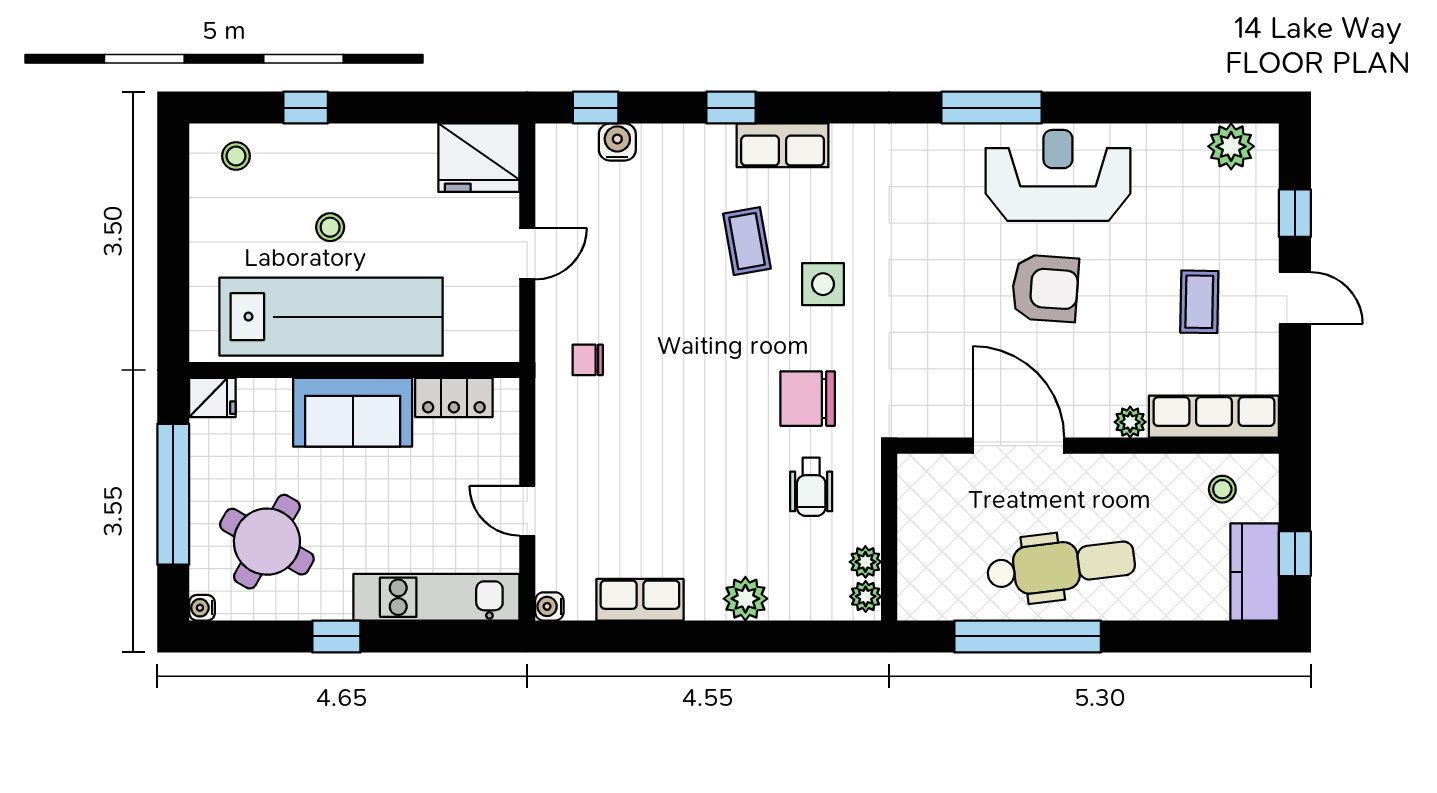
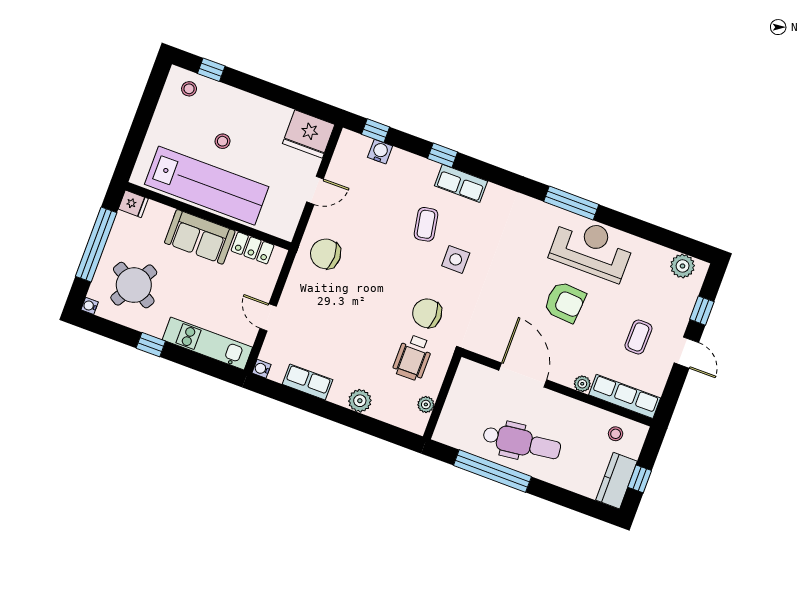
window: (306, 108) -> (211, 70), moved
chair: (588, 360) -> (326, 254), width x1.87, depth x1.87
wheelchair: (811, 487) -> (413, 357), width x1.36, depth x1.37
plant: (866, 596) -> (420, 422), removed

